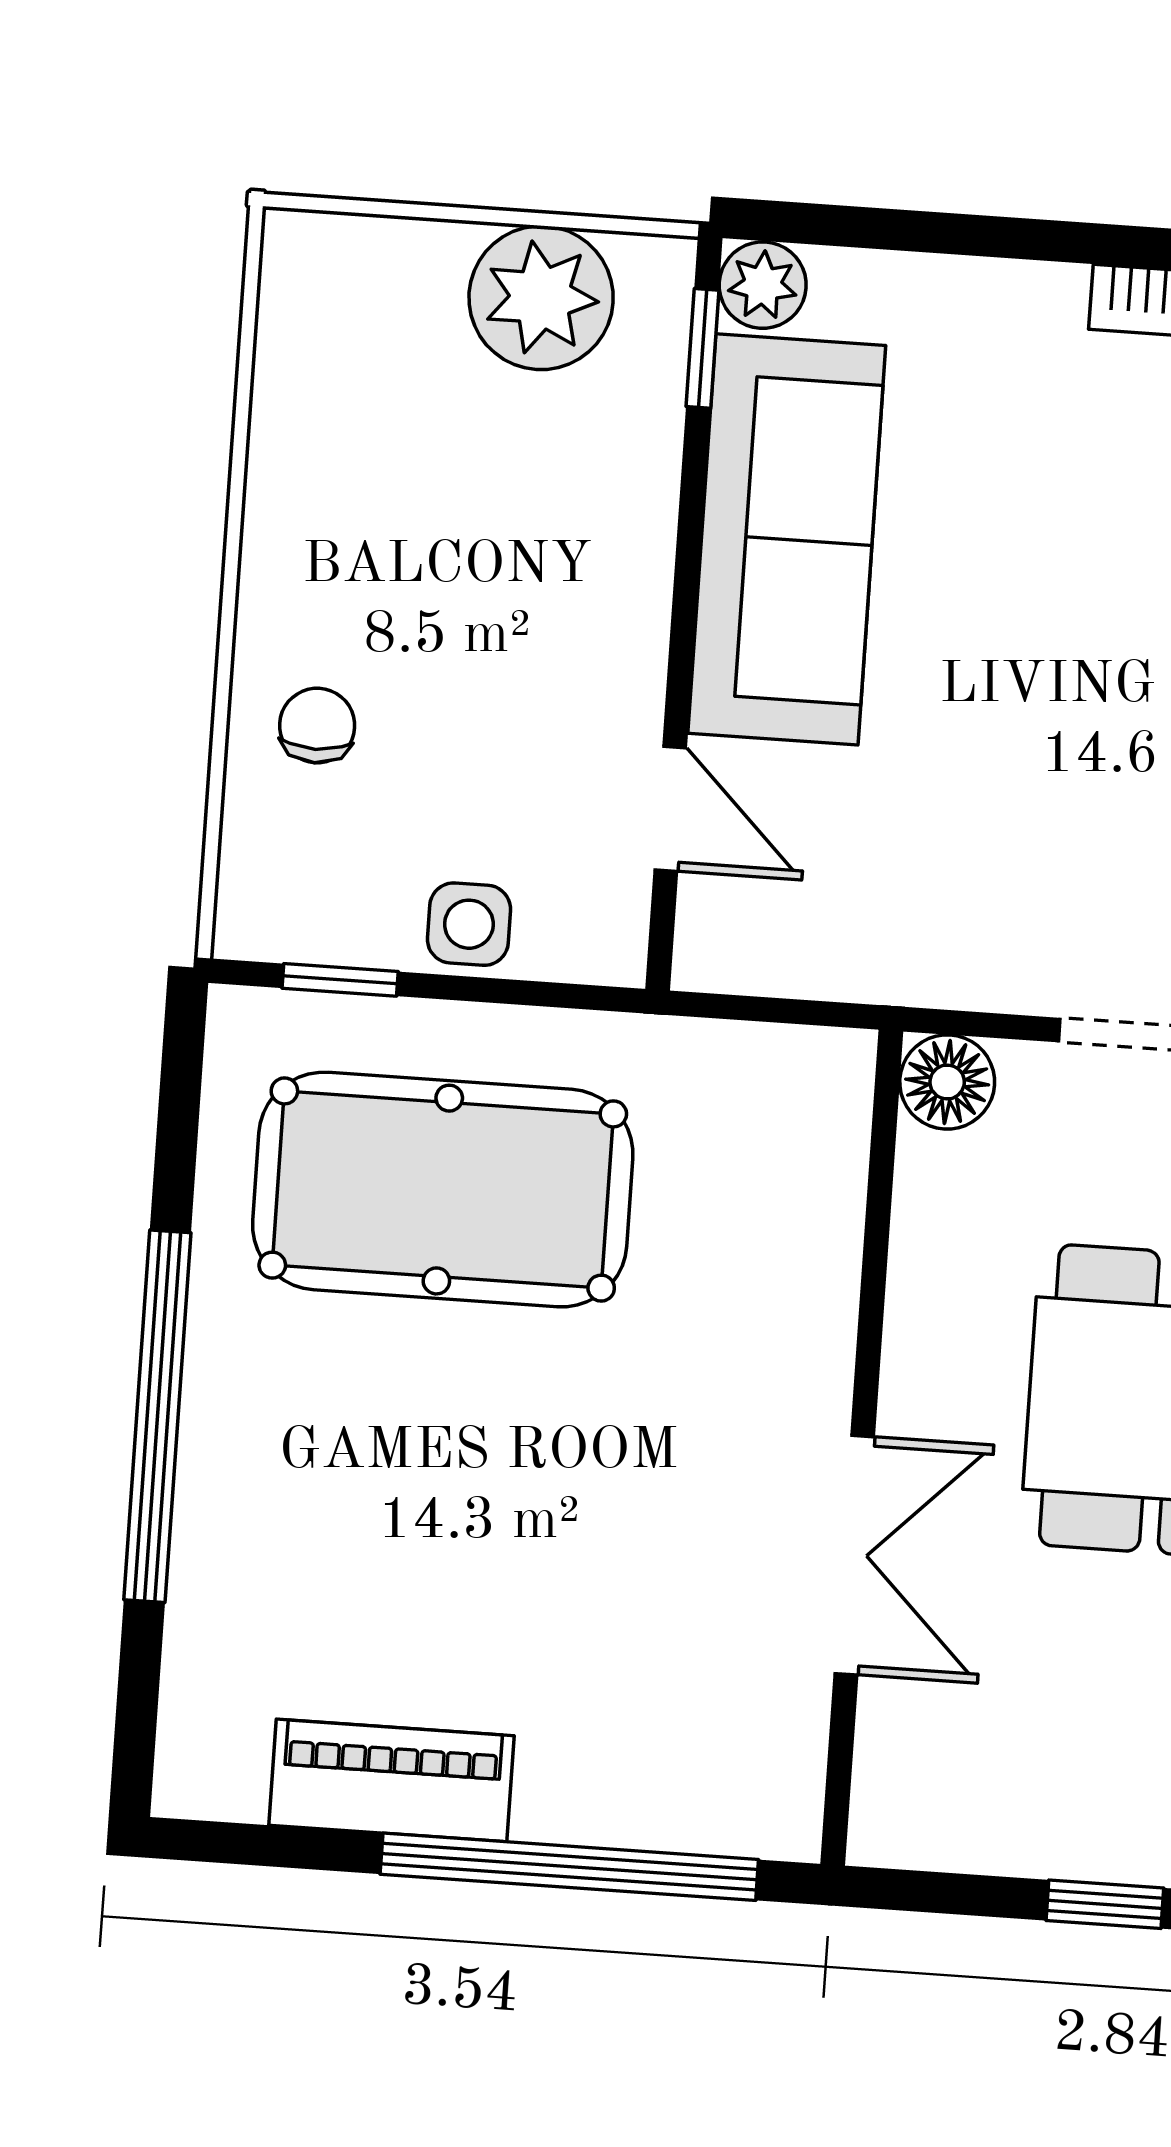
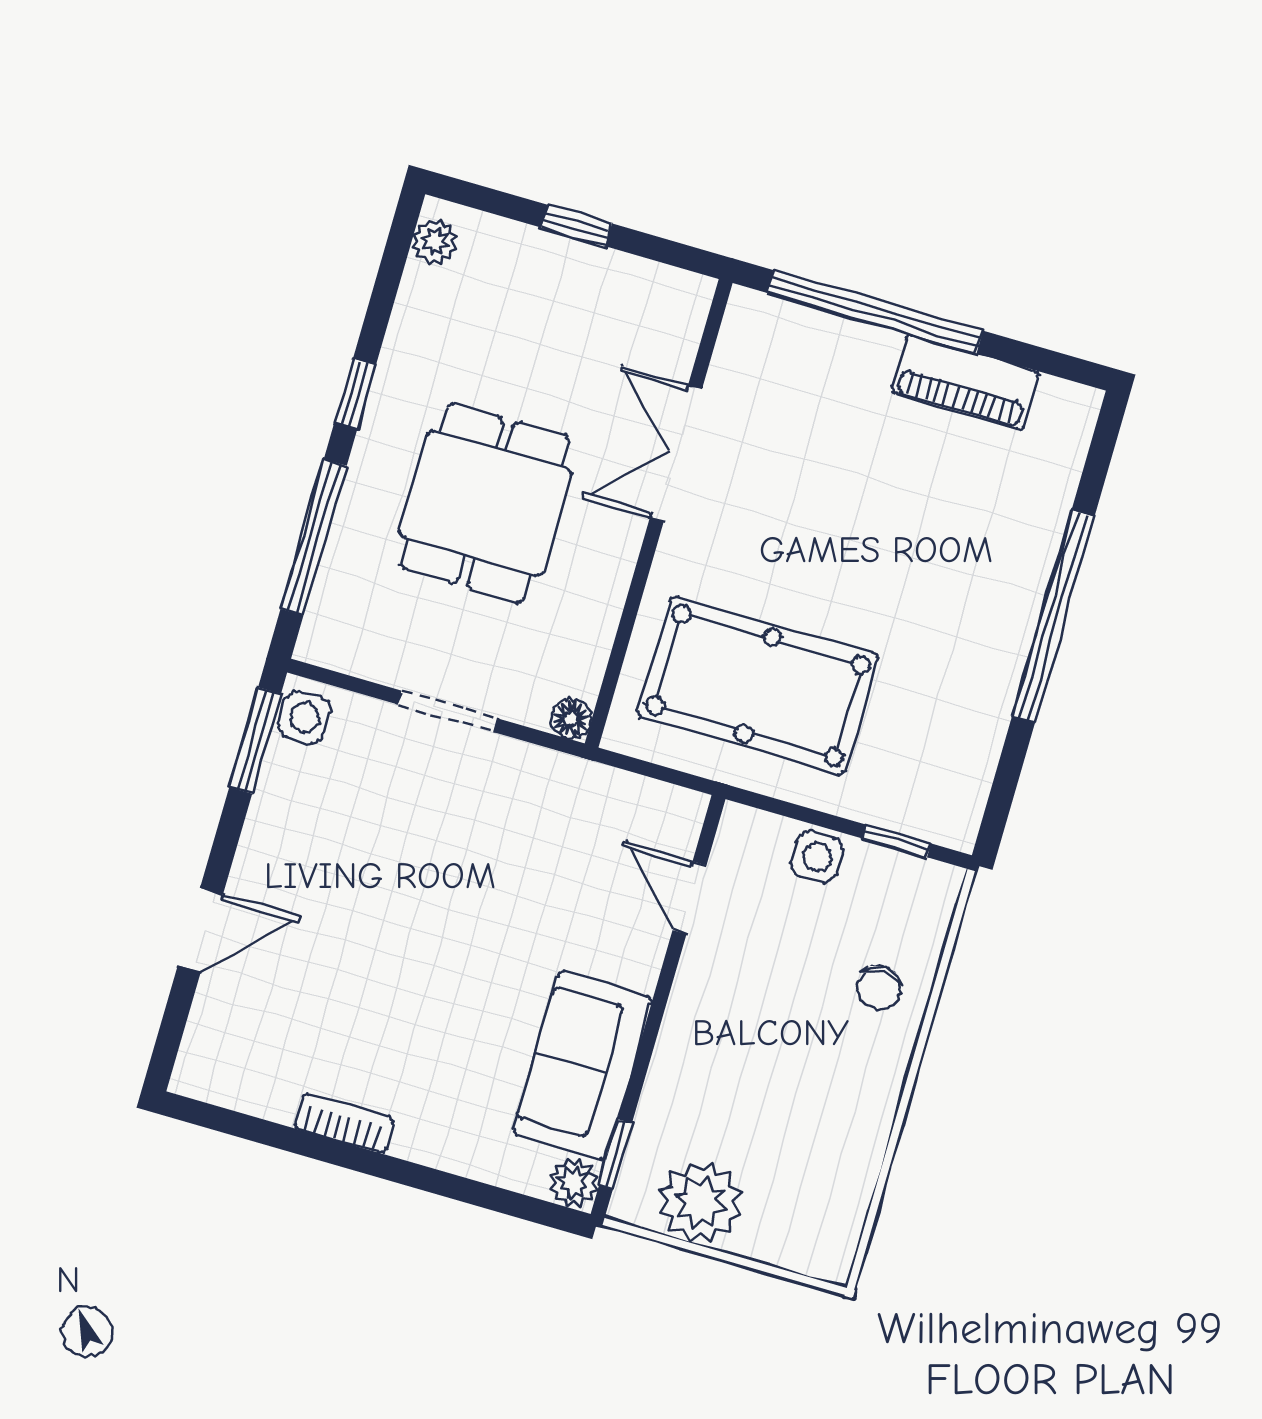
sofa: (787, 539) -> (582, 1065), width x0.73
floor lamp: (947, 1082) -> (571, 719), width x0.73, depth x0.73
pool table: (443, 1190) -> (758, 685), moved

